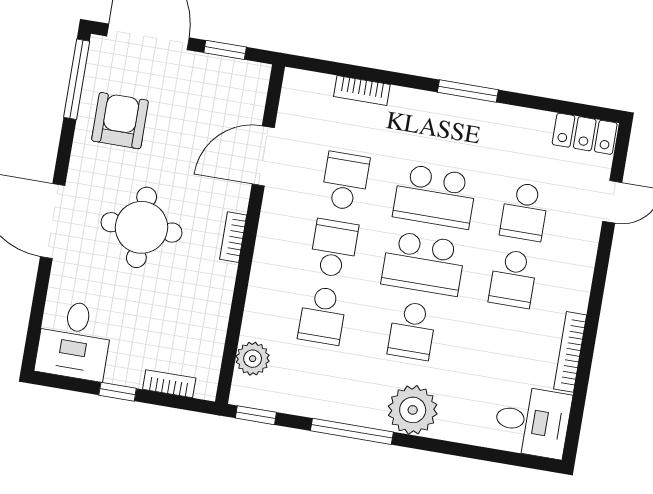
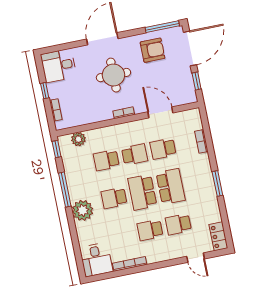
school desk: (345, 181) -> (163, 149), turned 180
school desk: (435, 196) -> (171, 186), turned 180

